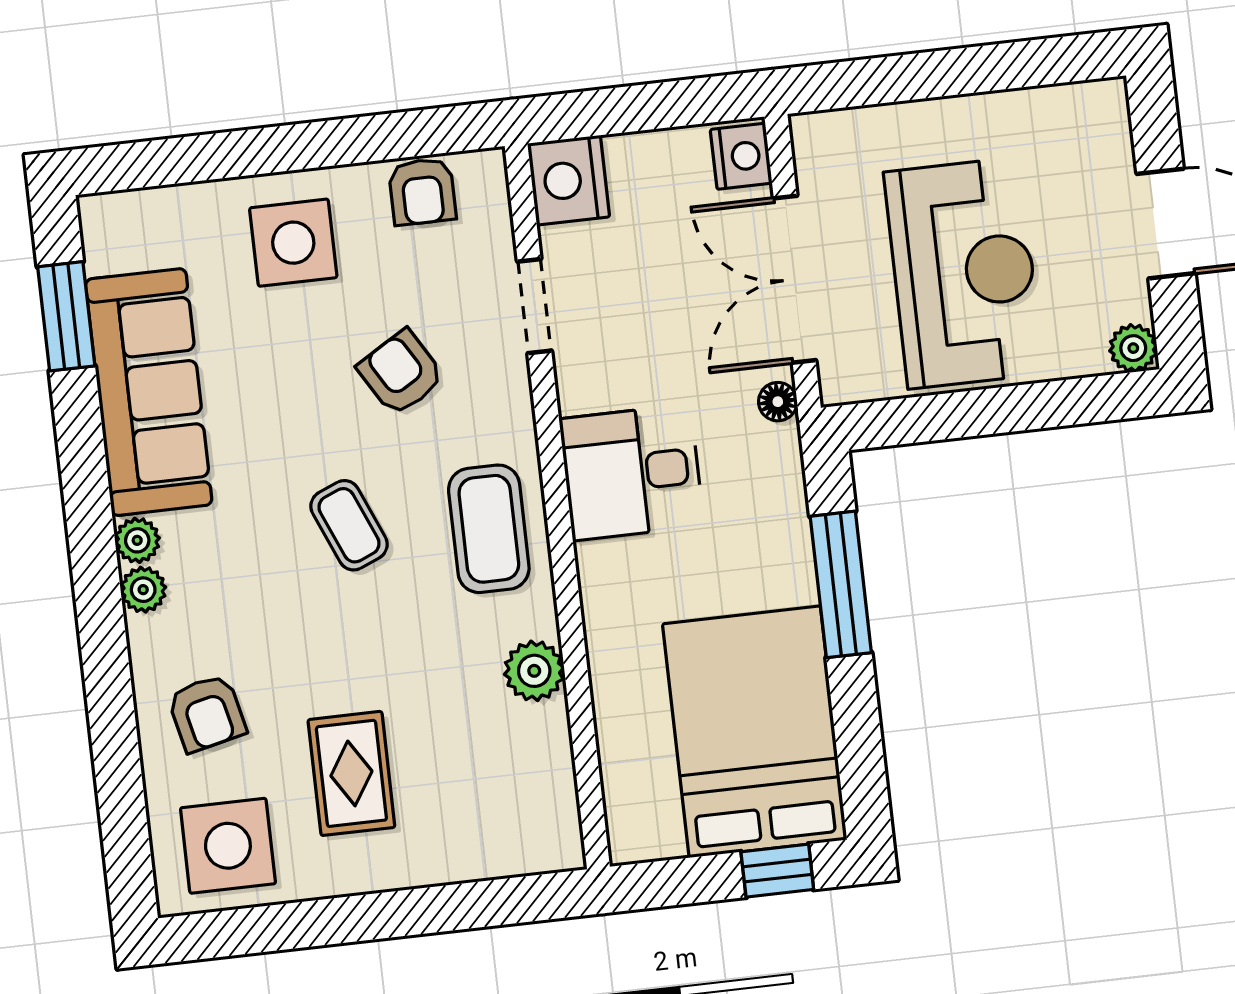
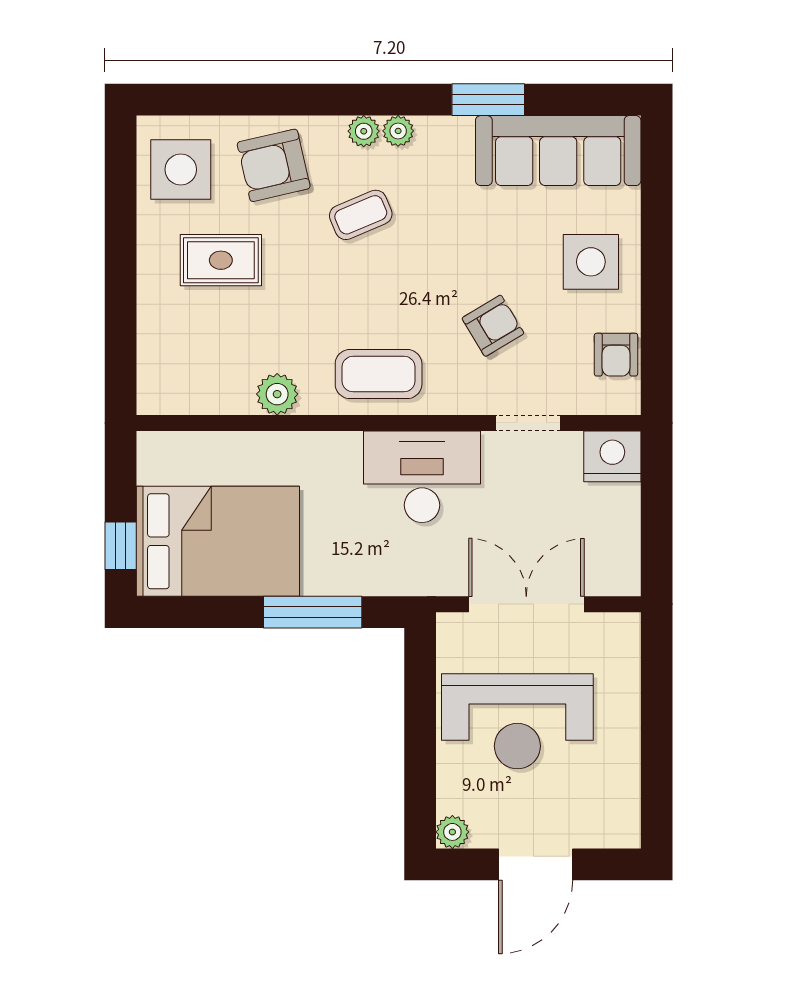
nightstand: (741, 156) -> (615, 577), removed
armchair: (422, 192) -> (616, 355), turned -90
window: (66, 316) -> (488, 100), moved
sofa: (149, 392) -> (558, 151), moved
floor lamp: (778, 402) -> (443, 583), removed
desk: (632, 472) -> (422, 477), width x1.37
coffee table: (349, 525) -> (361, 215), moved
armchair: (207, 713) -> (274, 165), width x1.38, depth x1.38

